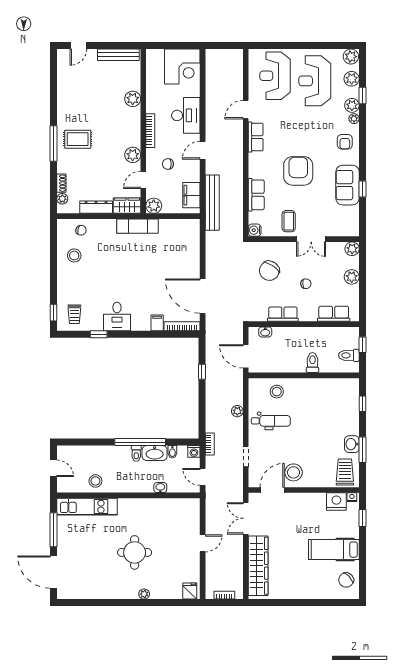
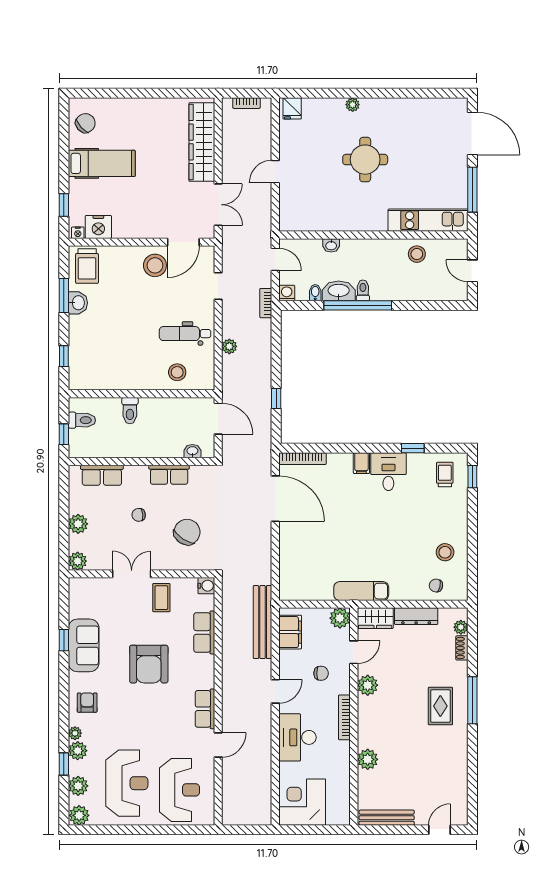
rug: (78, 139) -> (440, 706), turned 90
filing cabinet: (157, 323) -> (361, 463), moved

